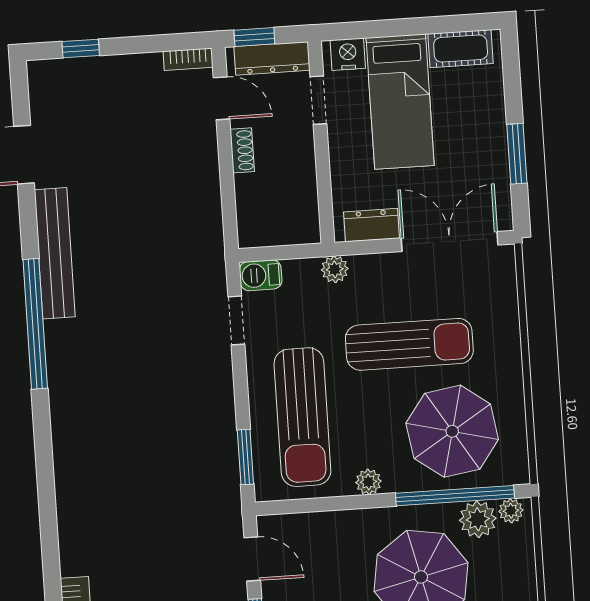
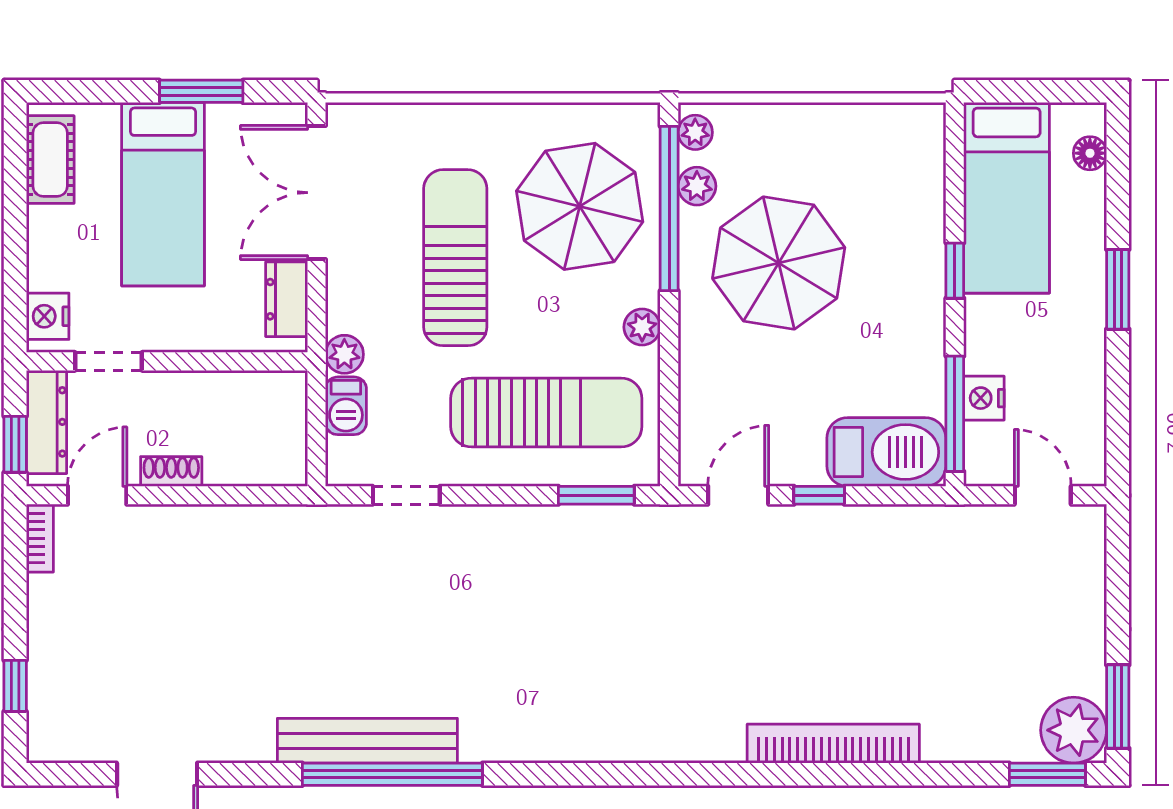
bed: (400, 102) -> (163, 194), moved, turned 90
bench: (55, 253) -> (367, 741), moved
barbecue: (261, 275) -> (346, 406), moved
plant: (478, 519) -> (697, 186), width x0.73, depth x0.73

